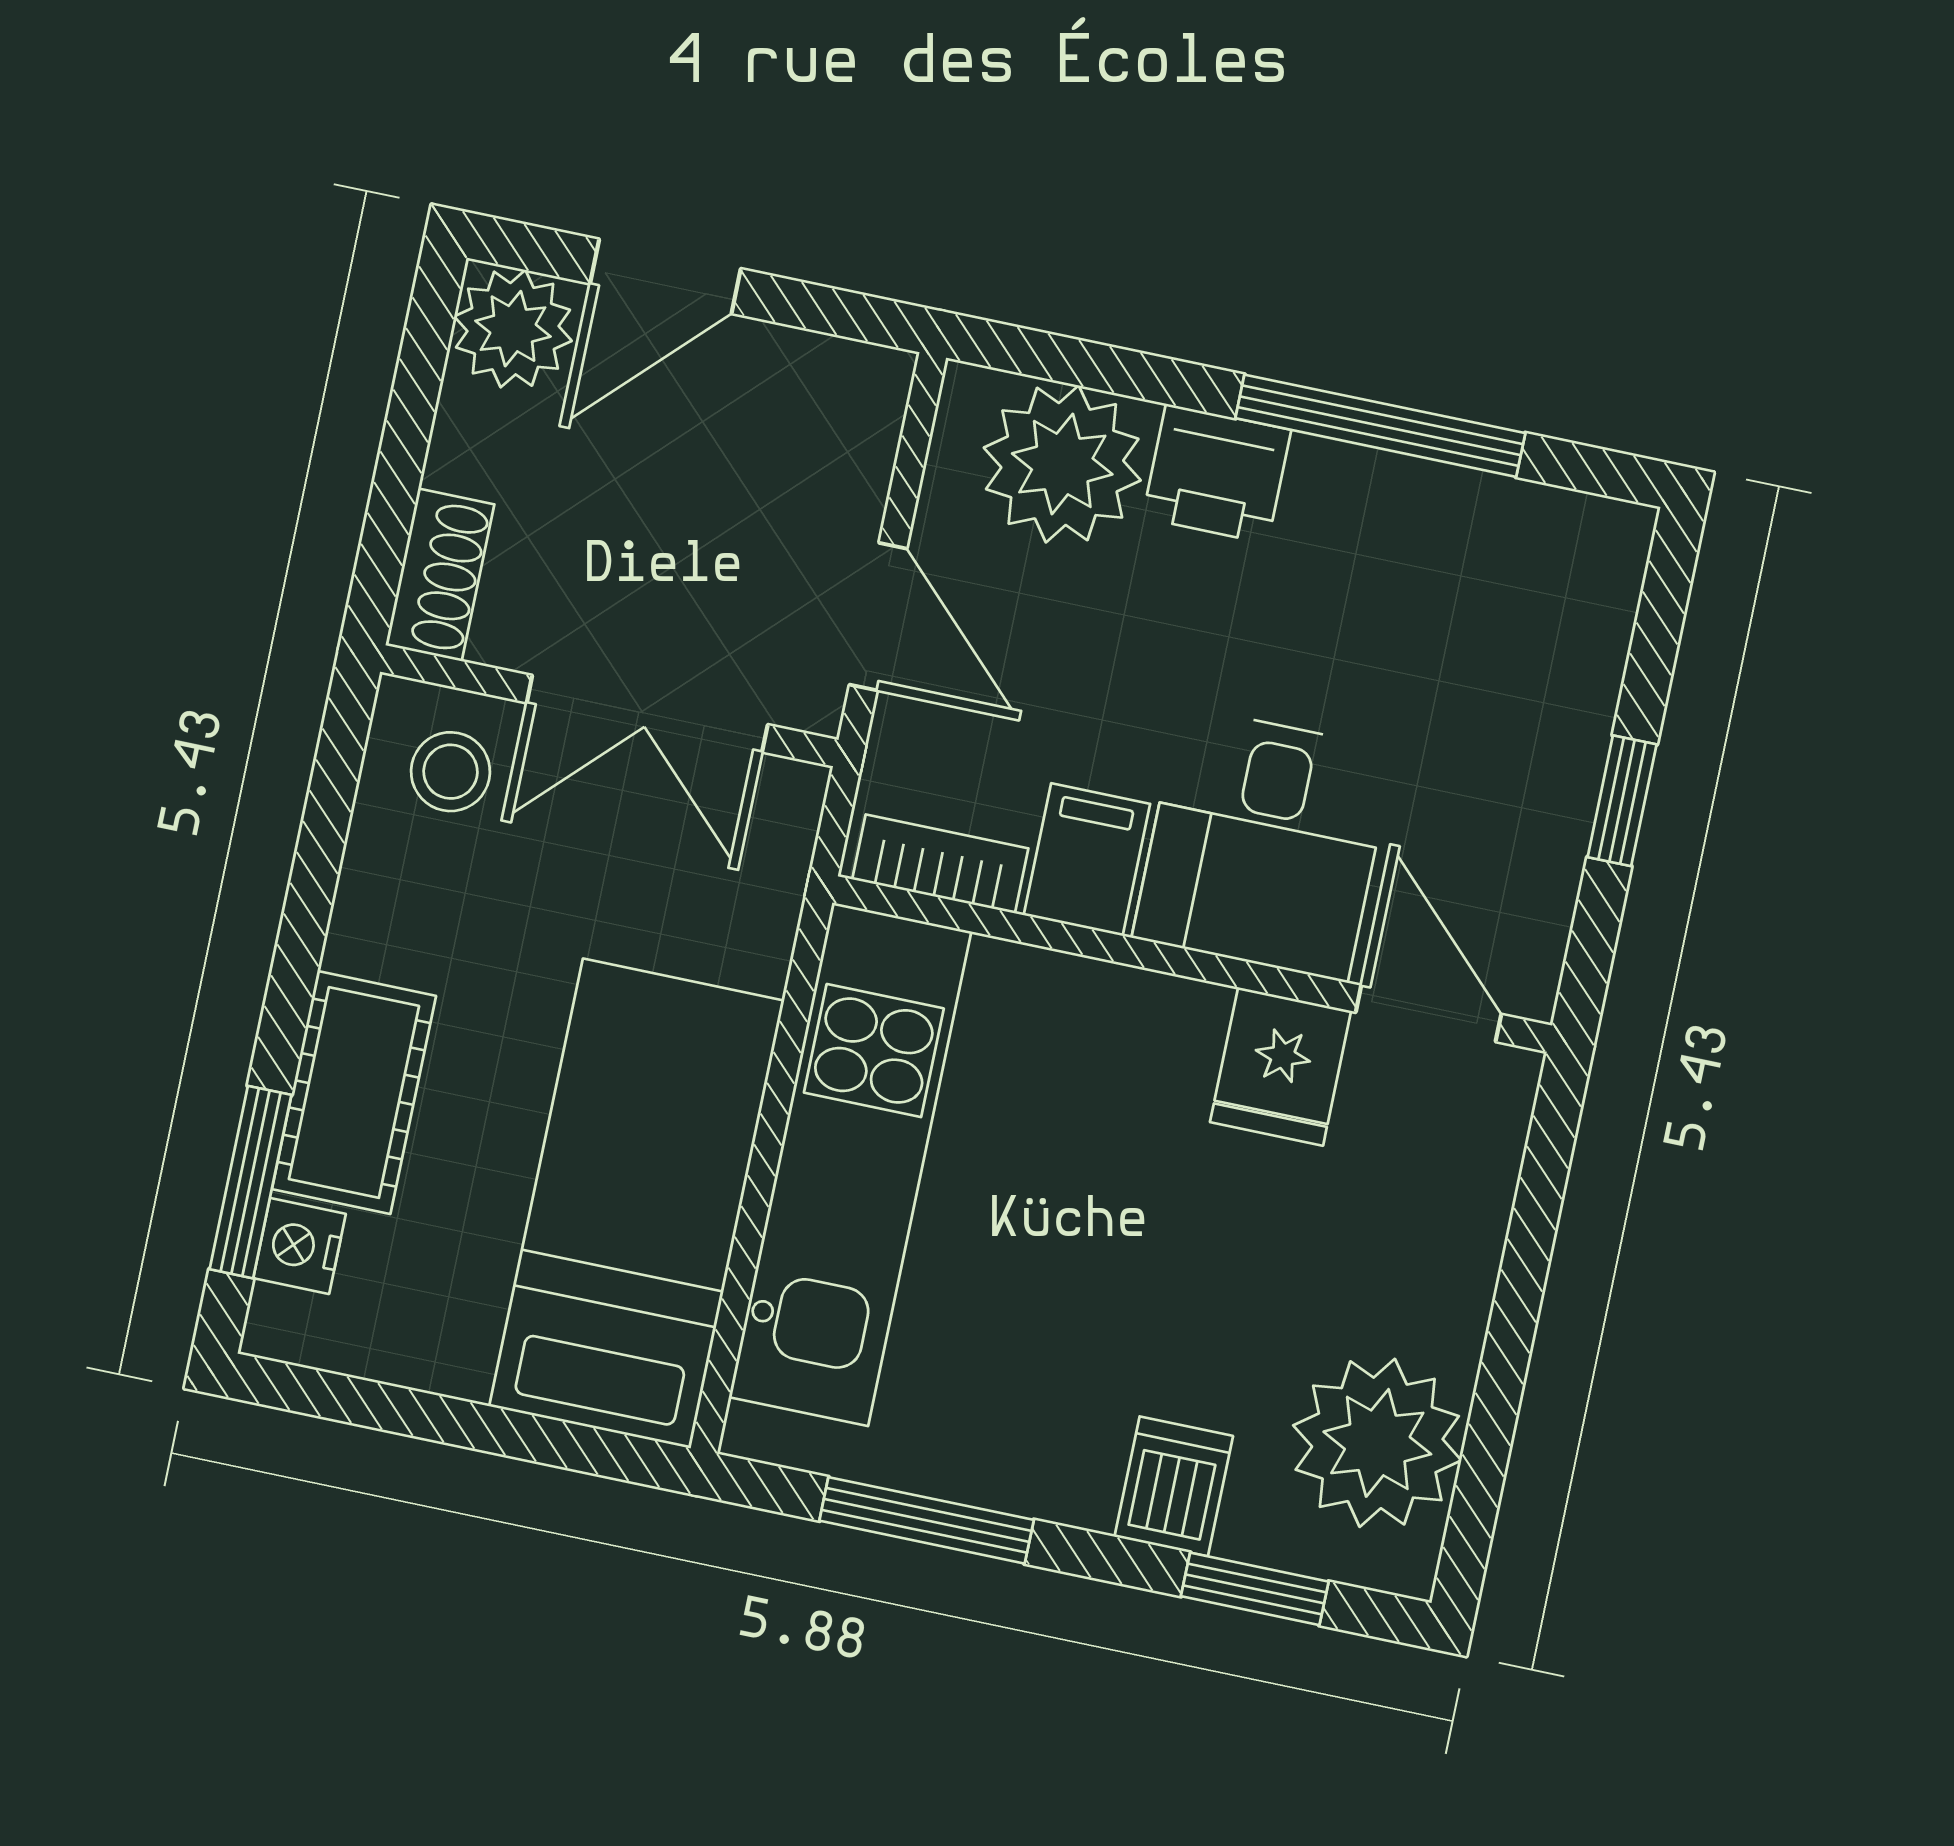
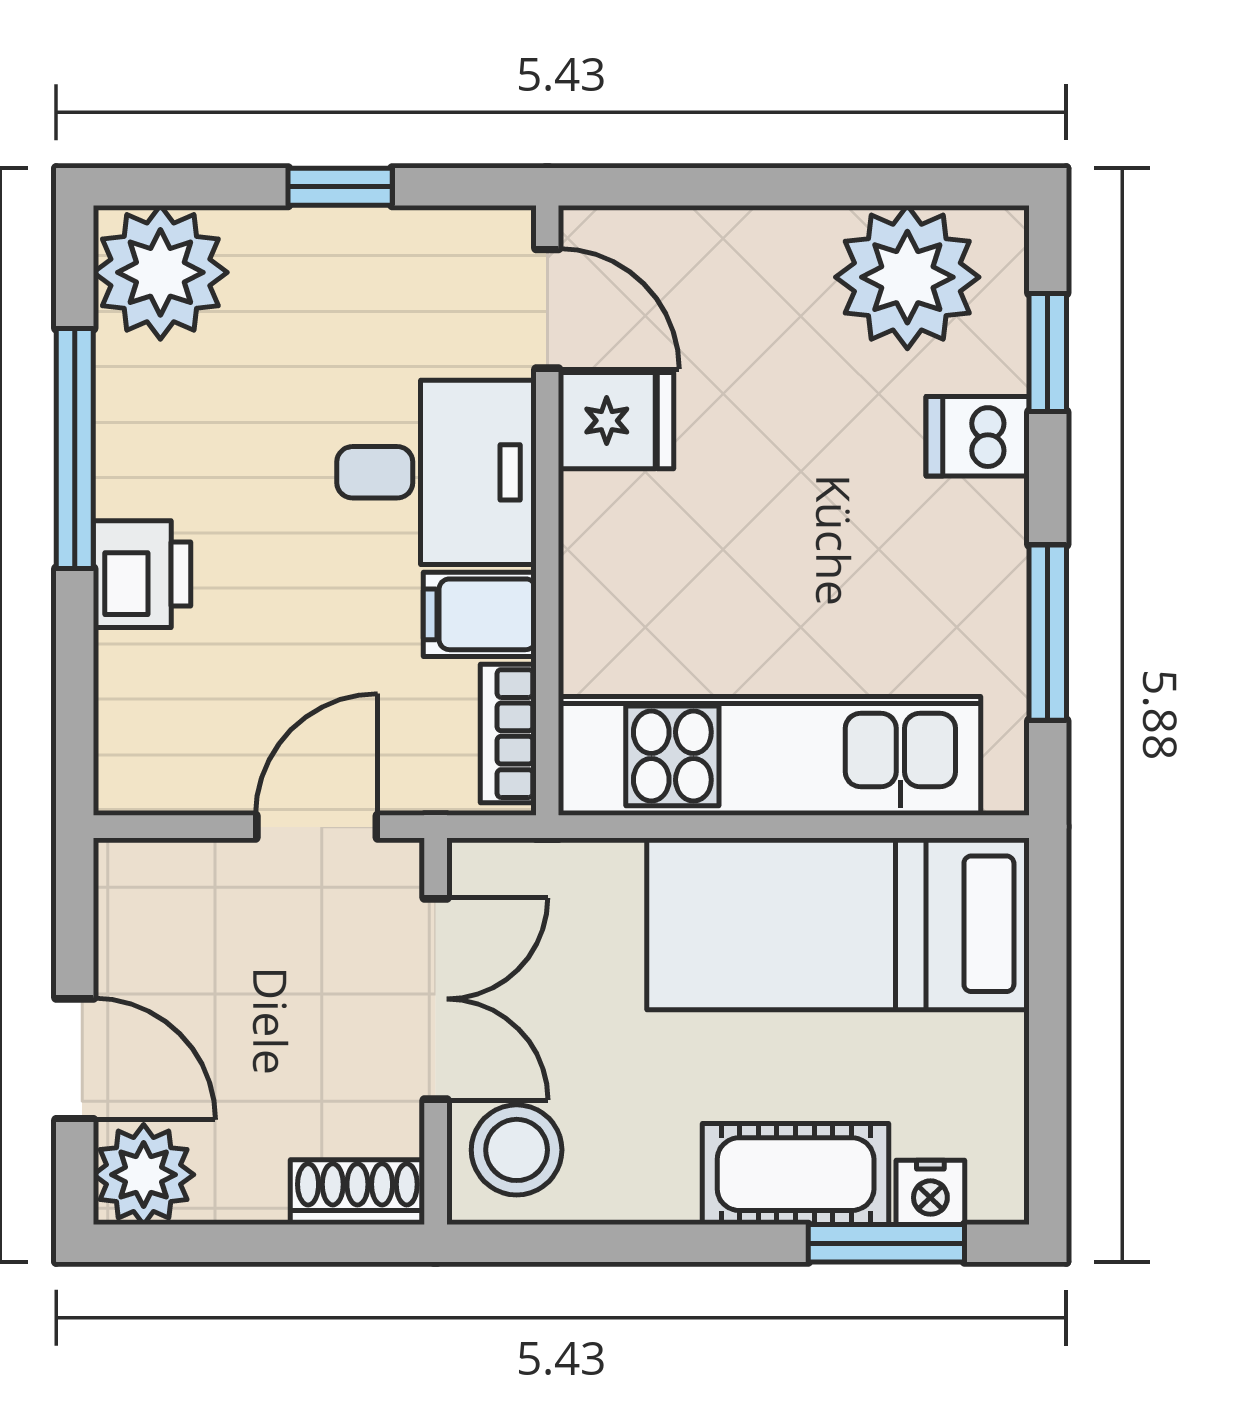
plant: (1062, 464) -> (160, 272), moved
stool: (451, 772) -> (517, 1150), width x1.37, depth x1.37
door: (1428, 1013) -> (547, 309), swing flipped

